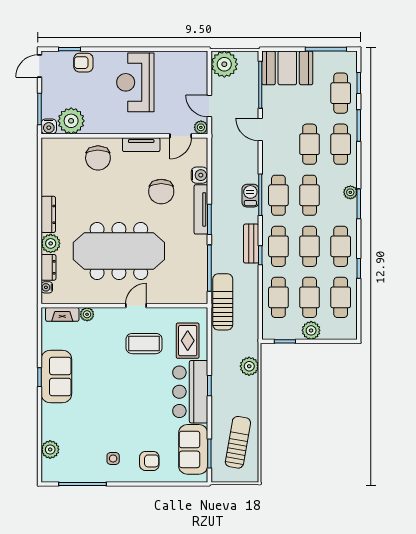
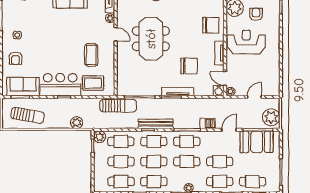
armchair: (83, 63) -> (256, 14), moved
plant: (224, 64) -> (271, 117), moved
booth: (287, 68) -> (257, 142), moved, turned 90
reception desk: (135, 82) -> (246, 42), moved
door: (209, 106) -> (254, 97), moved
chair: (98, 158) -> (211, 25), turned 180
water cooler: (199, 175) -> (219, 91), moved
chair: (161, 192) -> (189, 66), turned 180
barbecue: (250, 196) -> (208, 123), moved
bench: (251, 244) -> (156, 124), width x1.36
meeting table: (119, 251) -> (151, 39), width x0.73
door: (136, 306) -> (116, 34), moved
plant: (311, 330) -> (100, 137), moved

